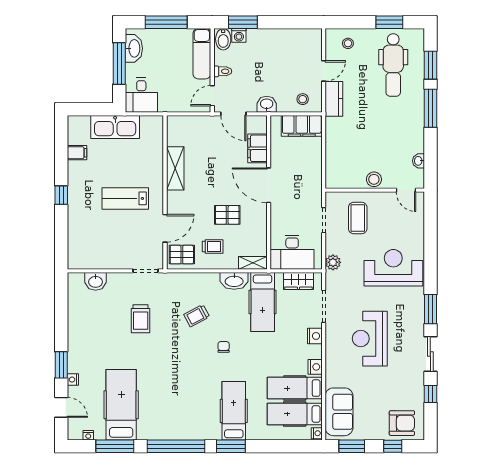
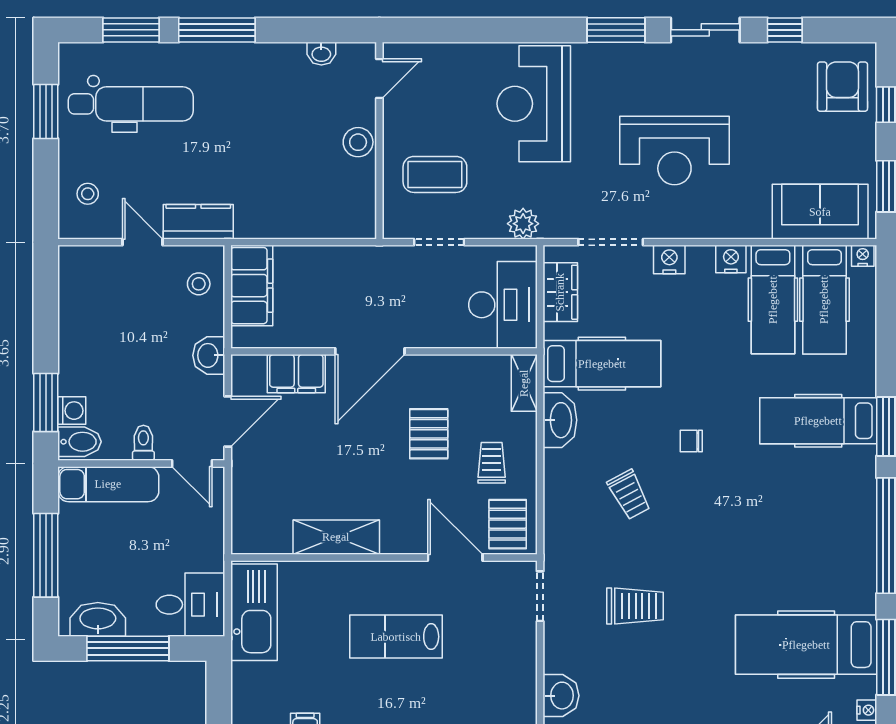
kitchen sink: (115, 127) -> (254, 612), moved
lab bench: (125, 198) -> (396, 637), turned 90

